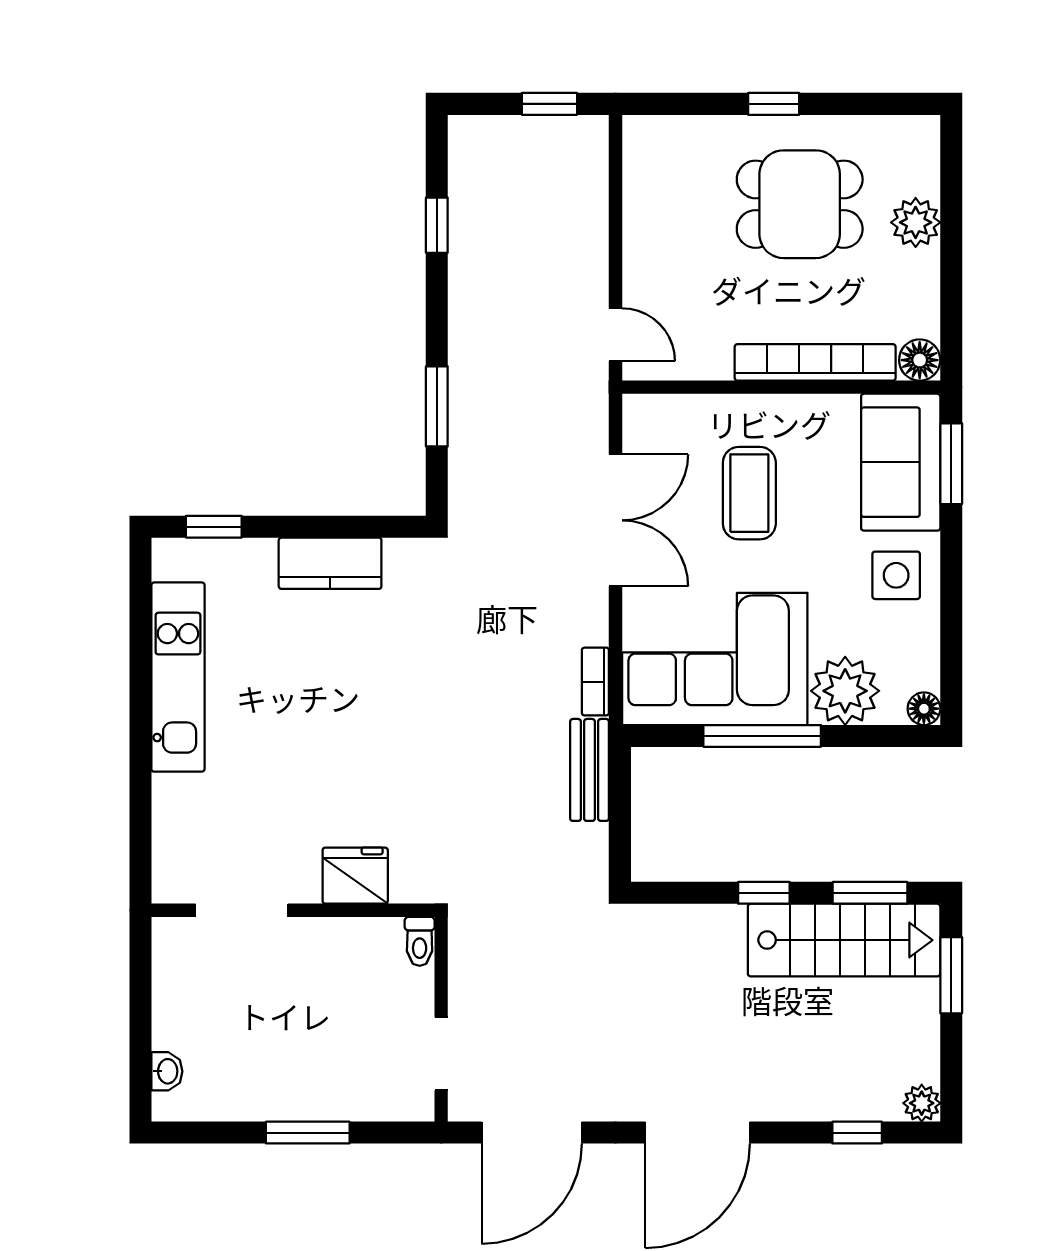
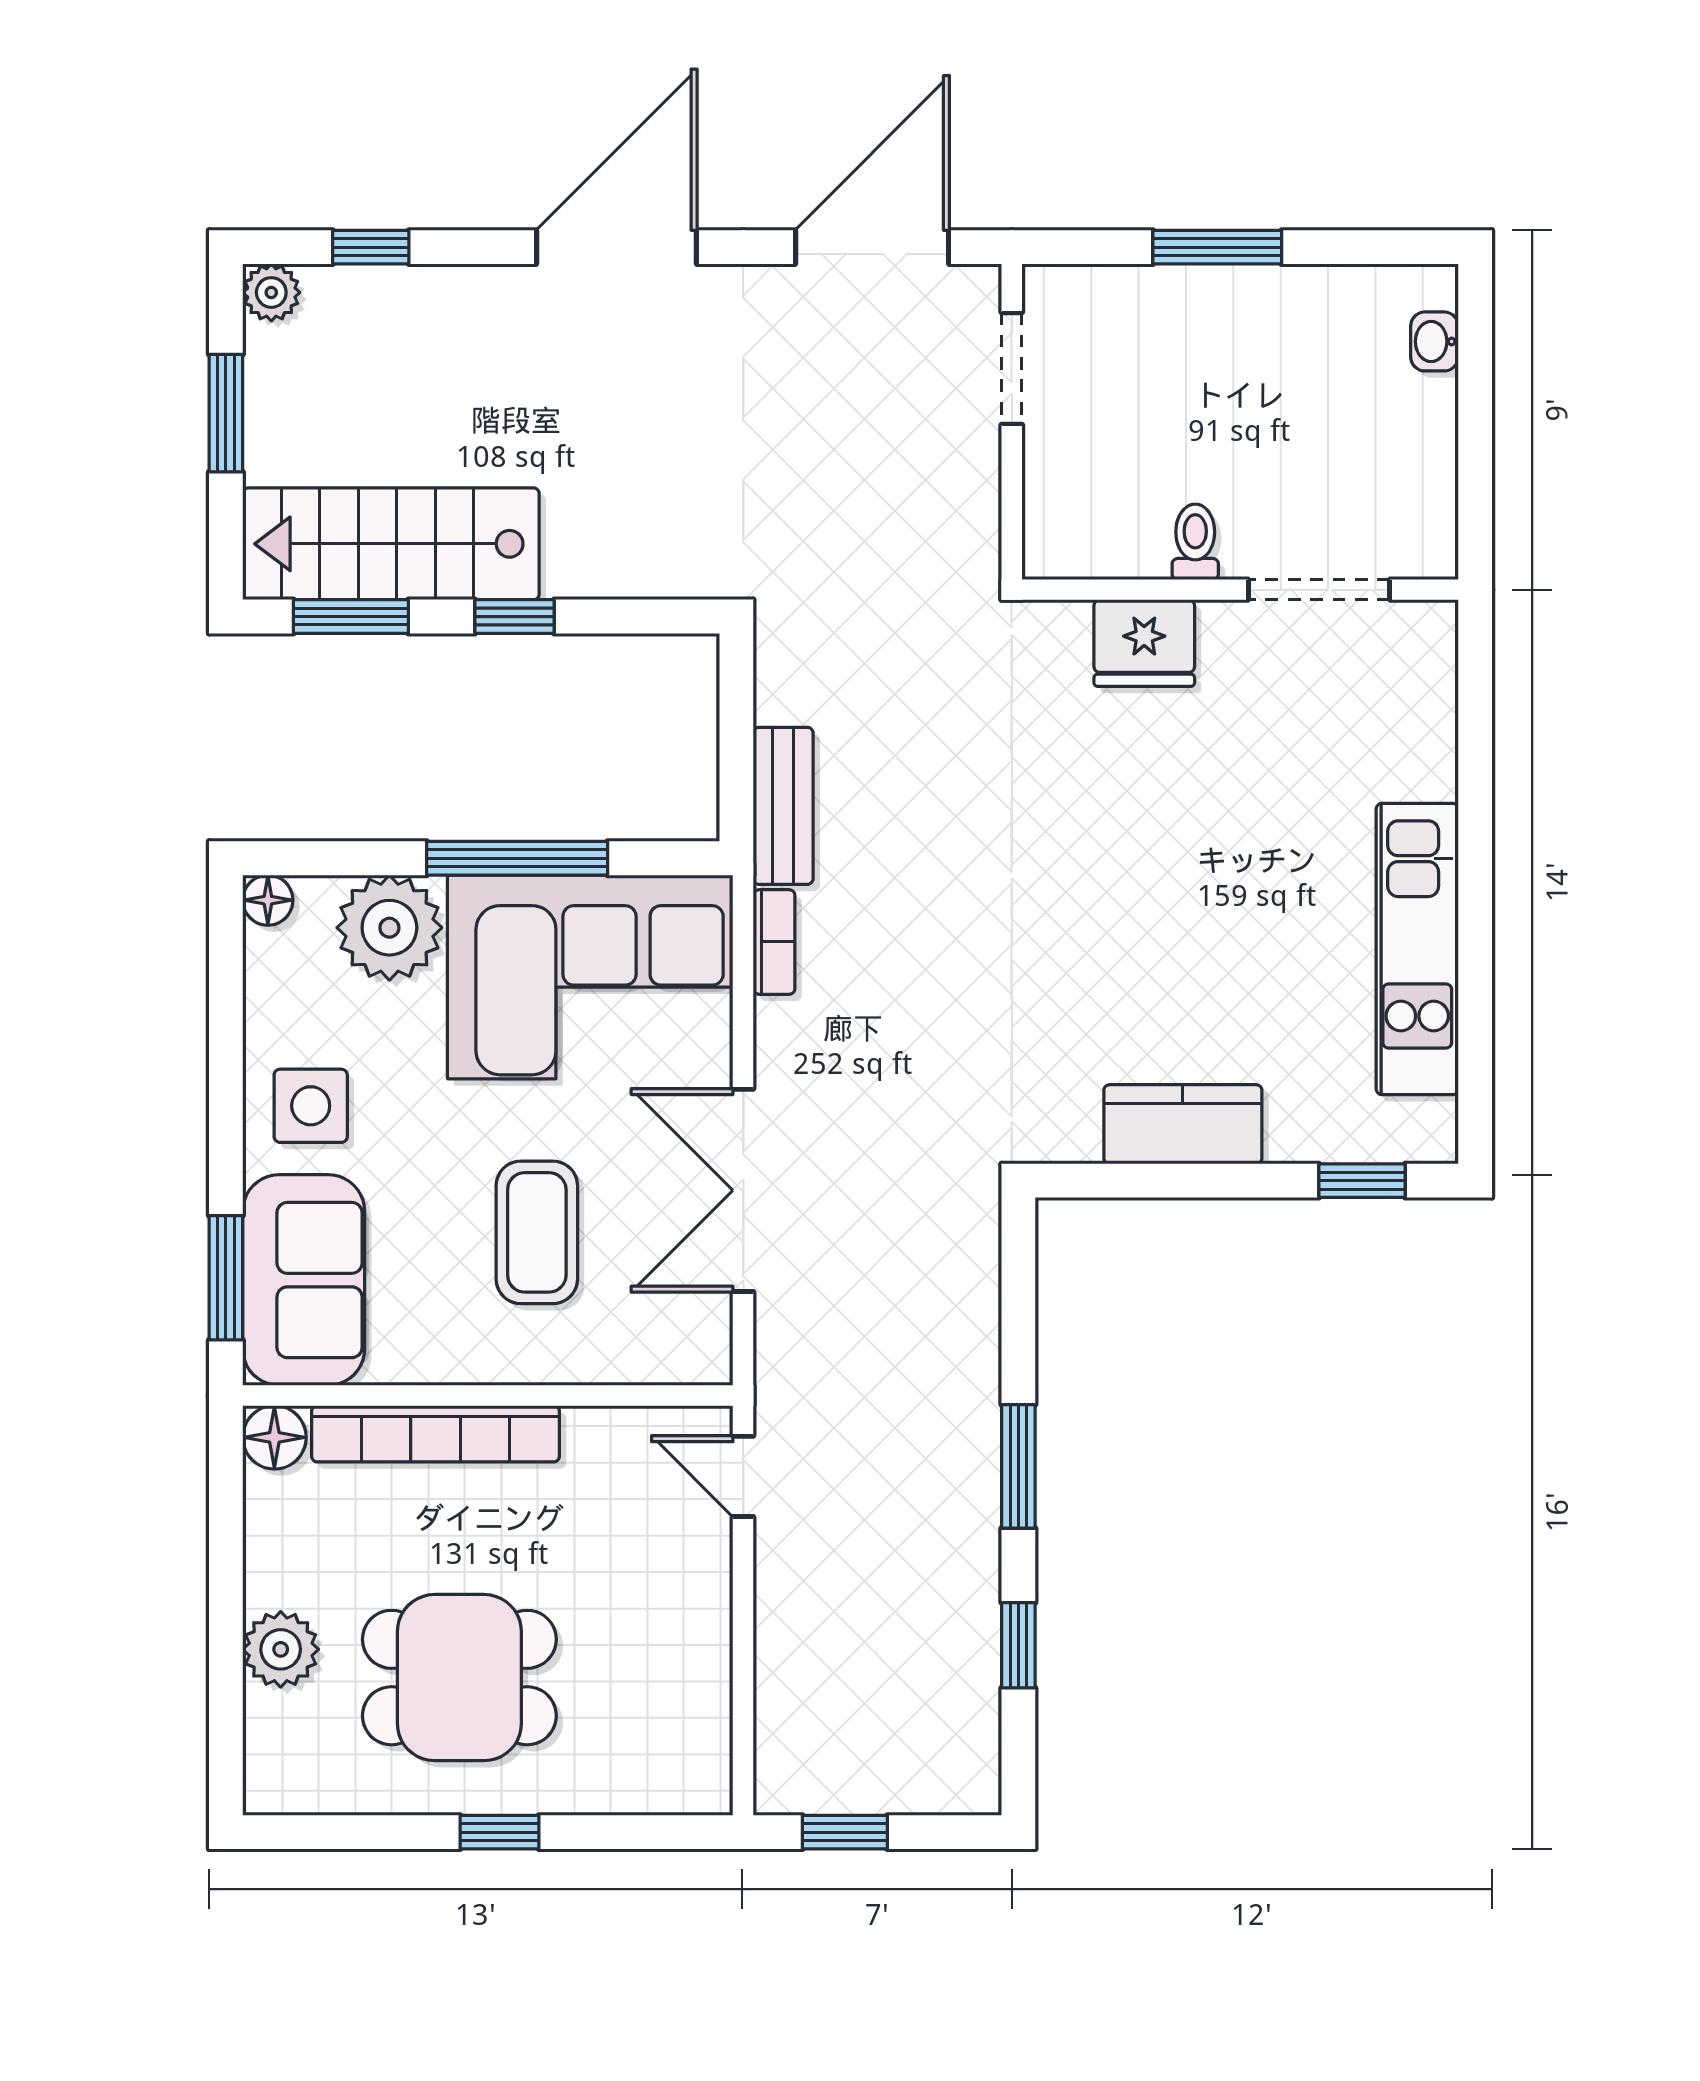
window: (437, 406) -> (1018, 1466), moved
toilet: (420, 941) -> (1195, 542), moved
window: (951, 975) -> (226, 413), moved

